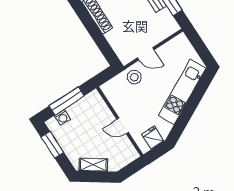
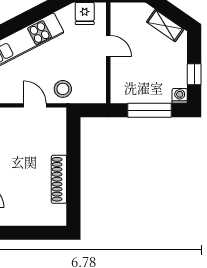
washing machine: (62, 118) -> (180, 96), moved
window: (52, 145) -> (194, 74), width x0.67

